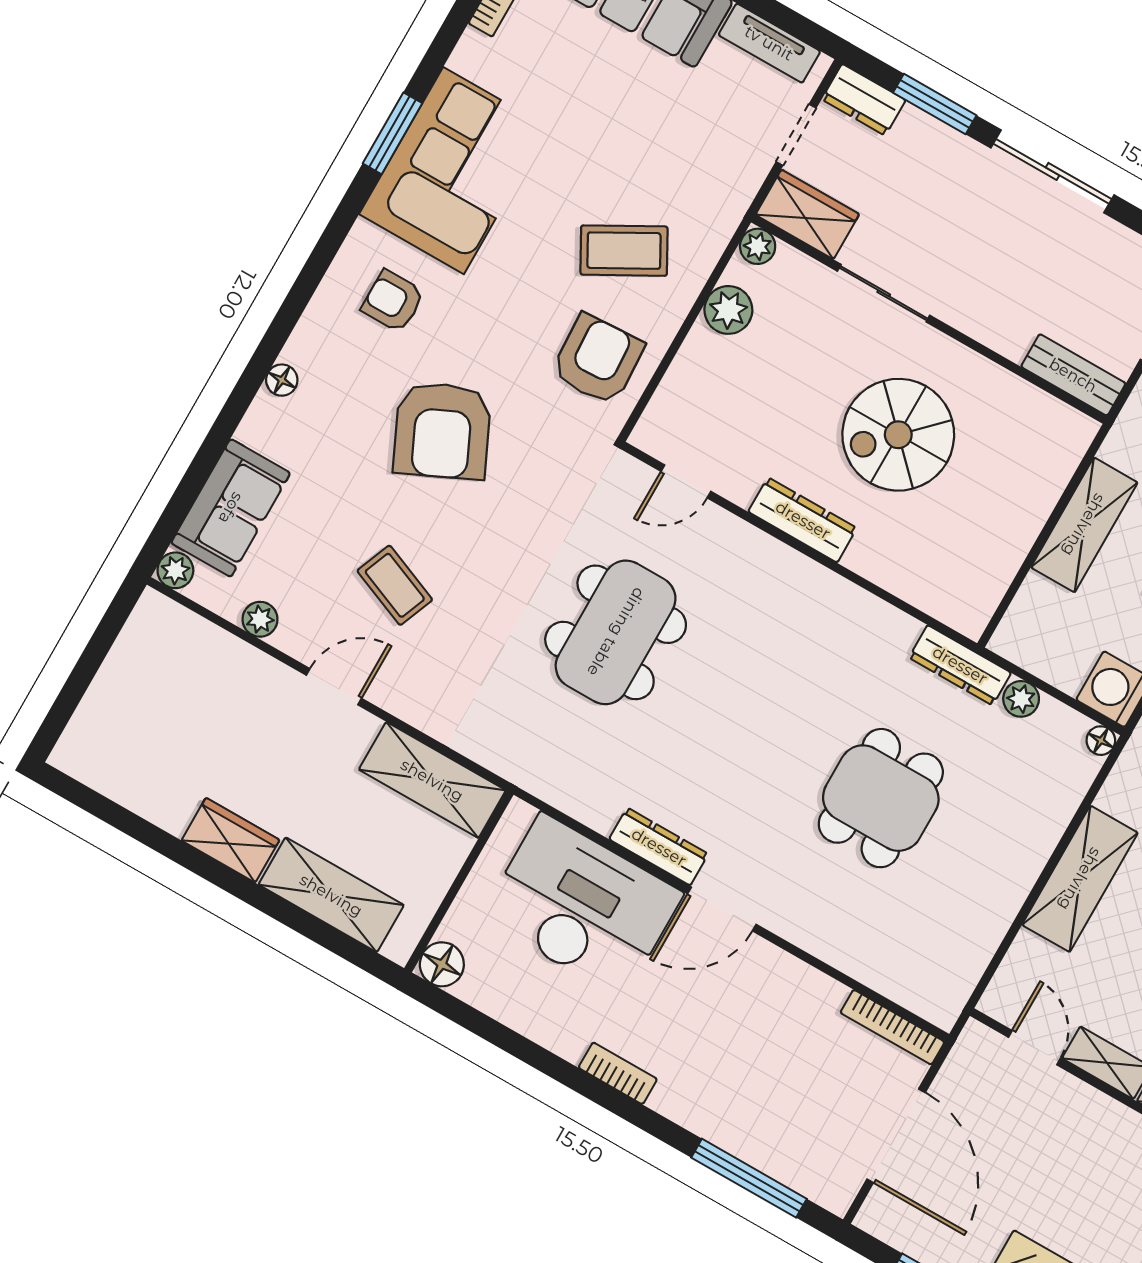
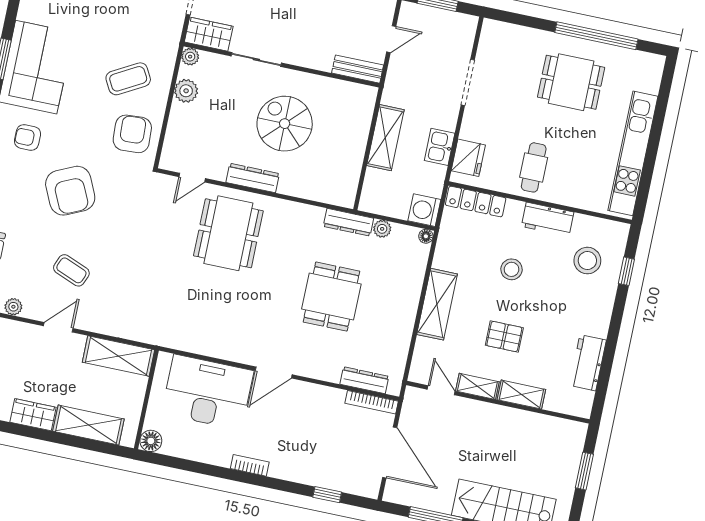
spiral stairs: (898, 435) -> (285, 124), turned 90
dining table: (616, 632) -> (228, 233), moved
dresser: (659, 847) -> (364, 380), moved
window: (749, 1178) -> (327, 495), width x0.46

